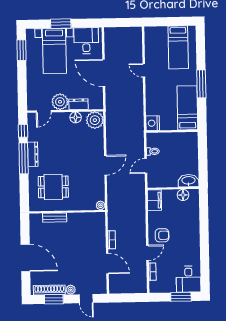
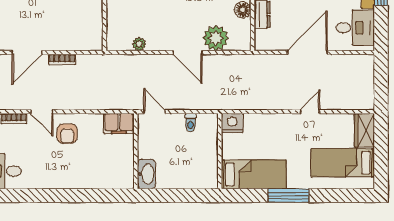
wardrobe: (156, 33) -> (365, 130), added
plant: (95, 120) -> (216, 38), moved
door: (105, 165) -> (188, 52), moved
door: (146, 166) -> (155, 112), moved
floor lamp: (183, 195) -> (126, 166), removed
plant: (101, 205) -> (139, 44), moved

